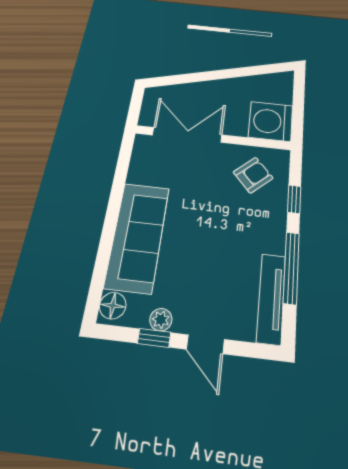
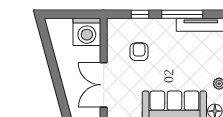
armchair: (253, 175) -> (139, 52), moved, turned 42

